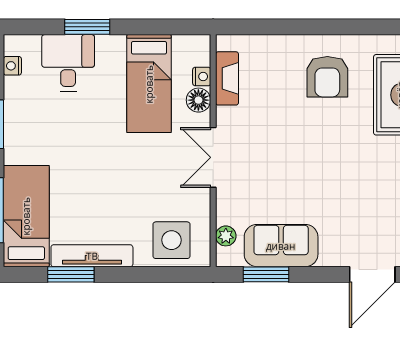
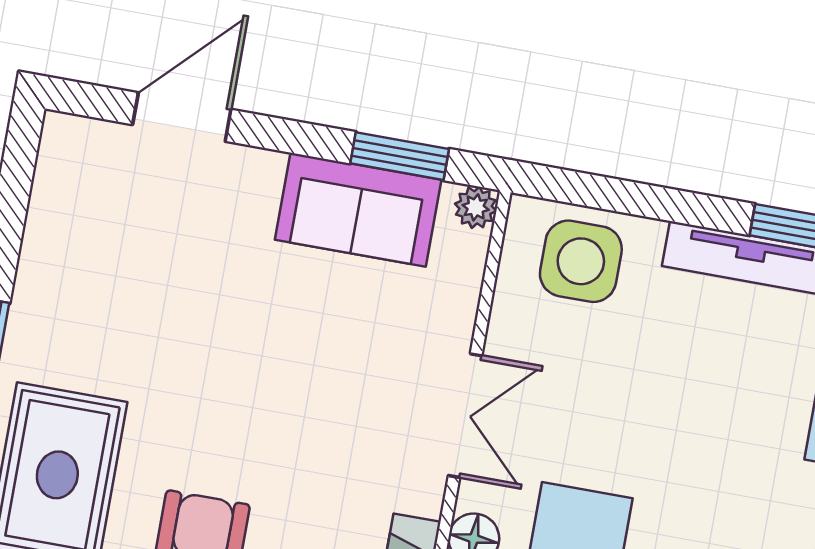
plant: (226, 236) -> (476, 207), moved

